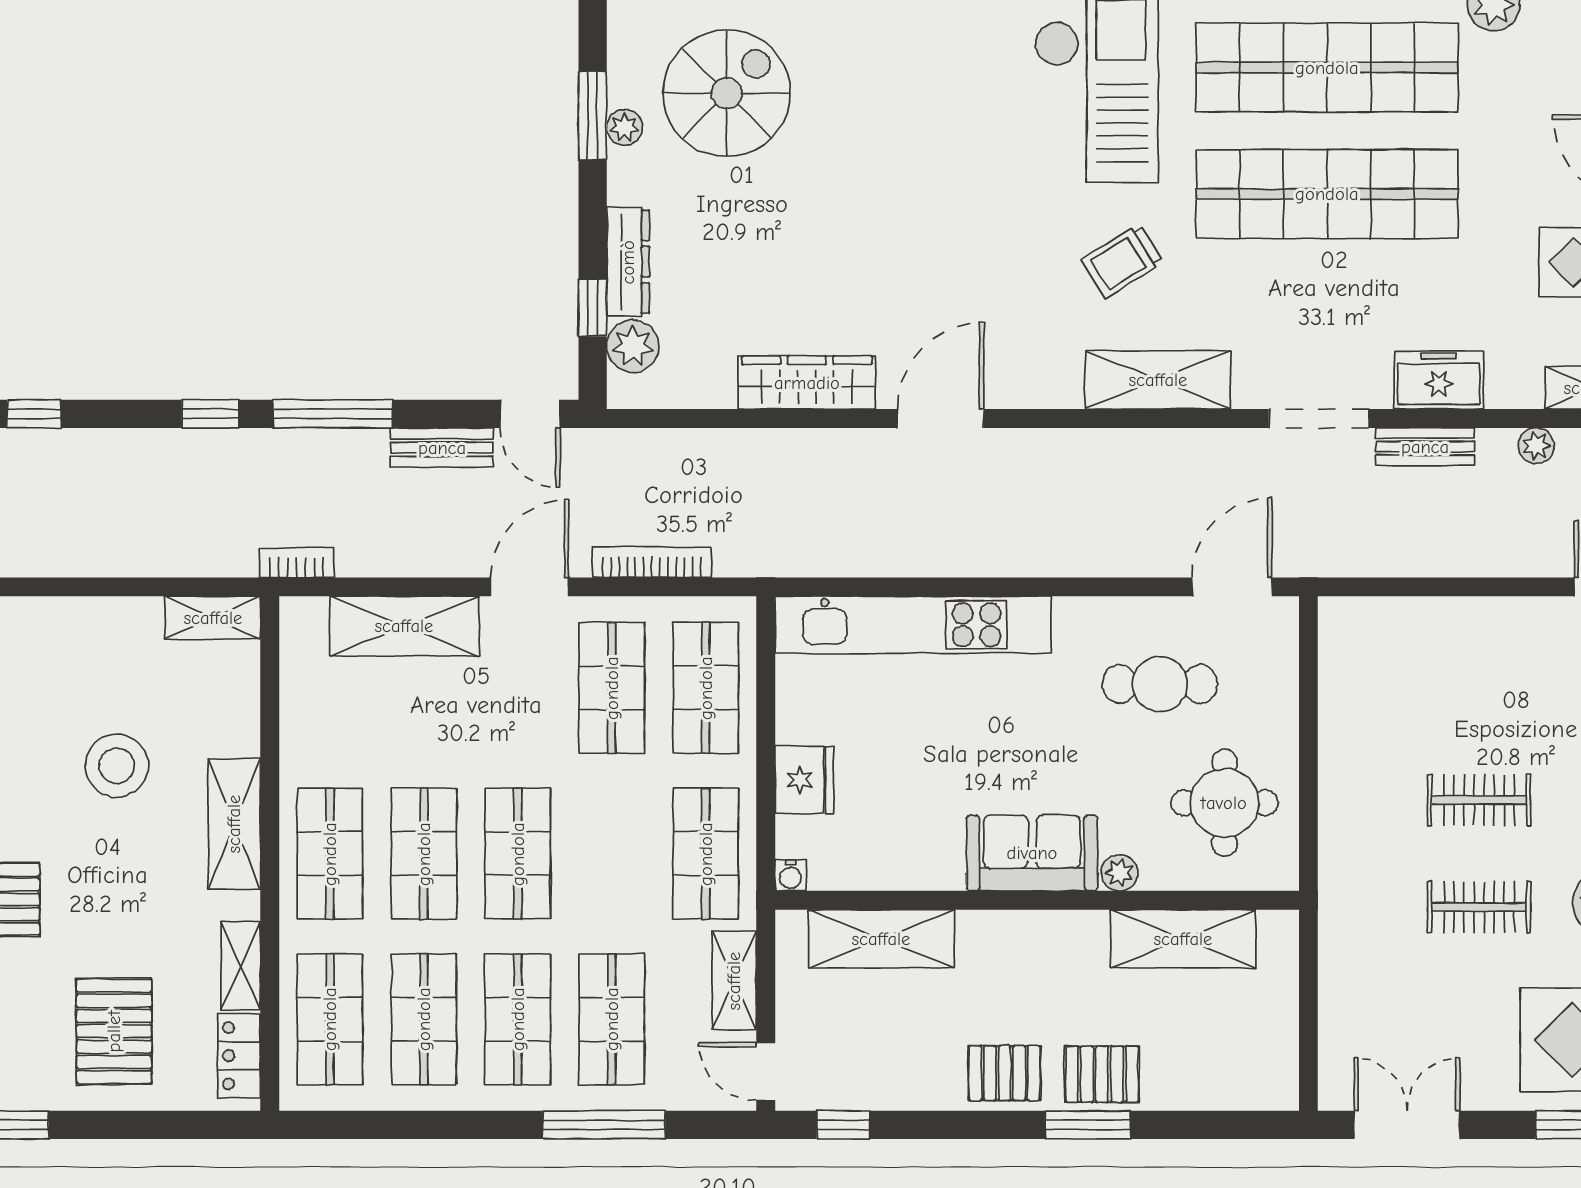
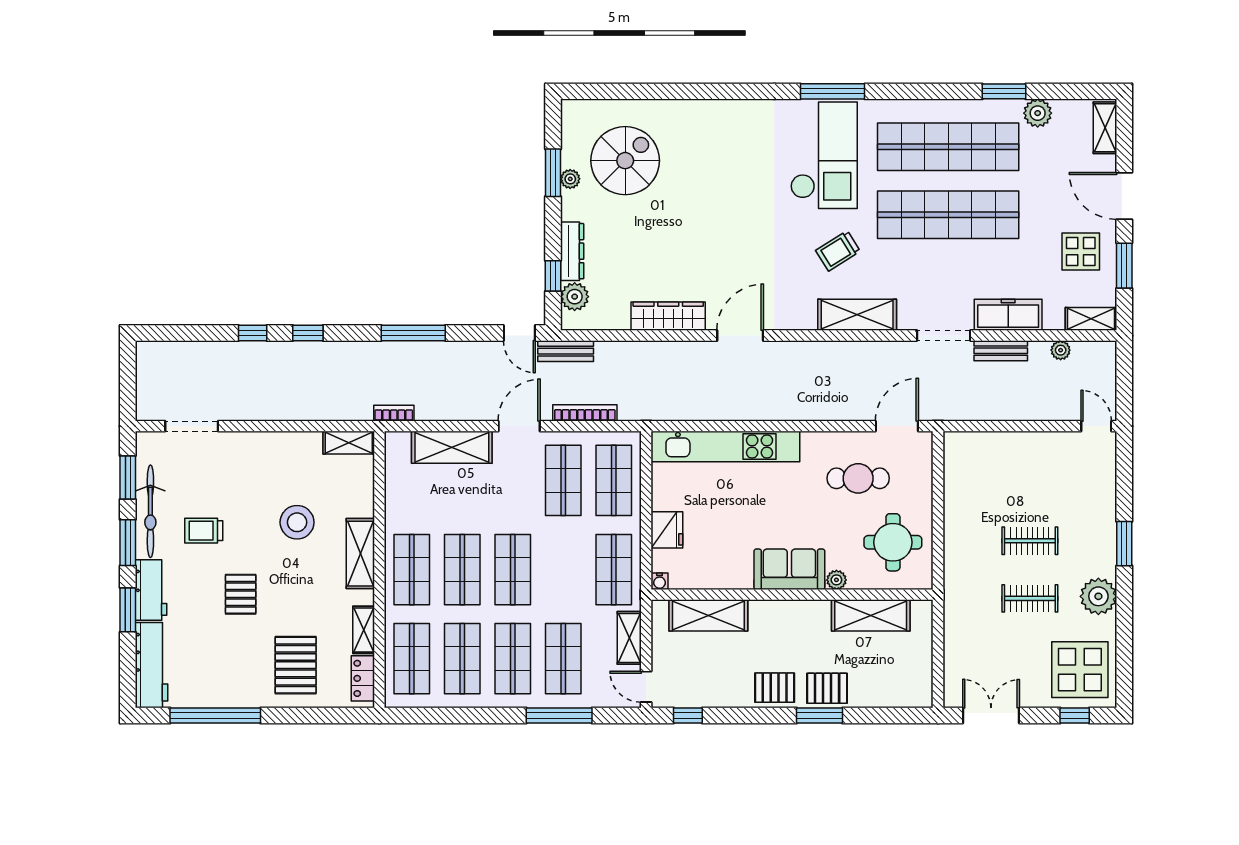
freezer: (1439, 380) -> (1008, 315), width x1.40
window: (210, 414) -> (308, 333), moved
bench: (442, 448) -> (566, 351), moved

